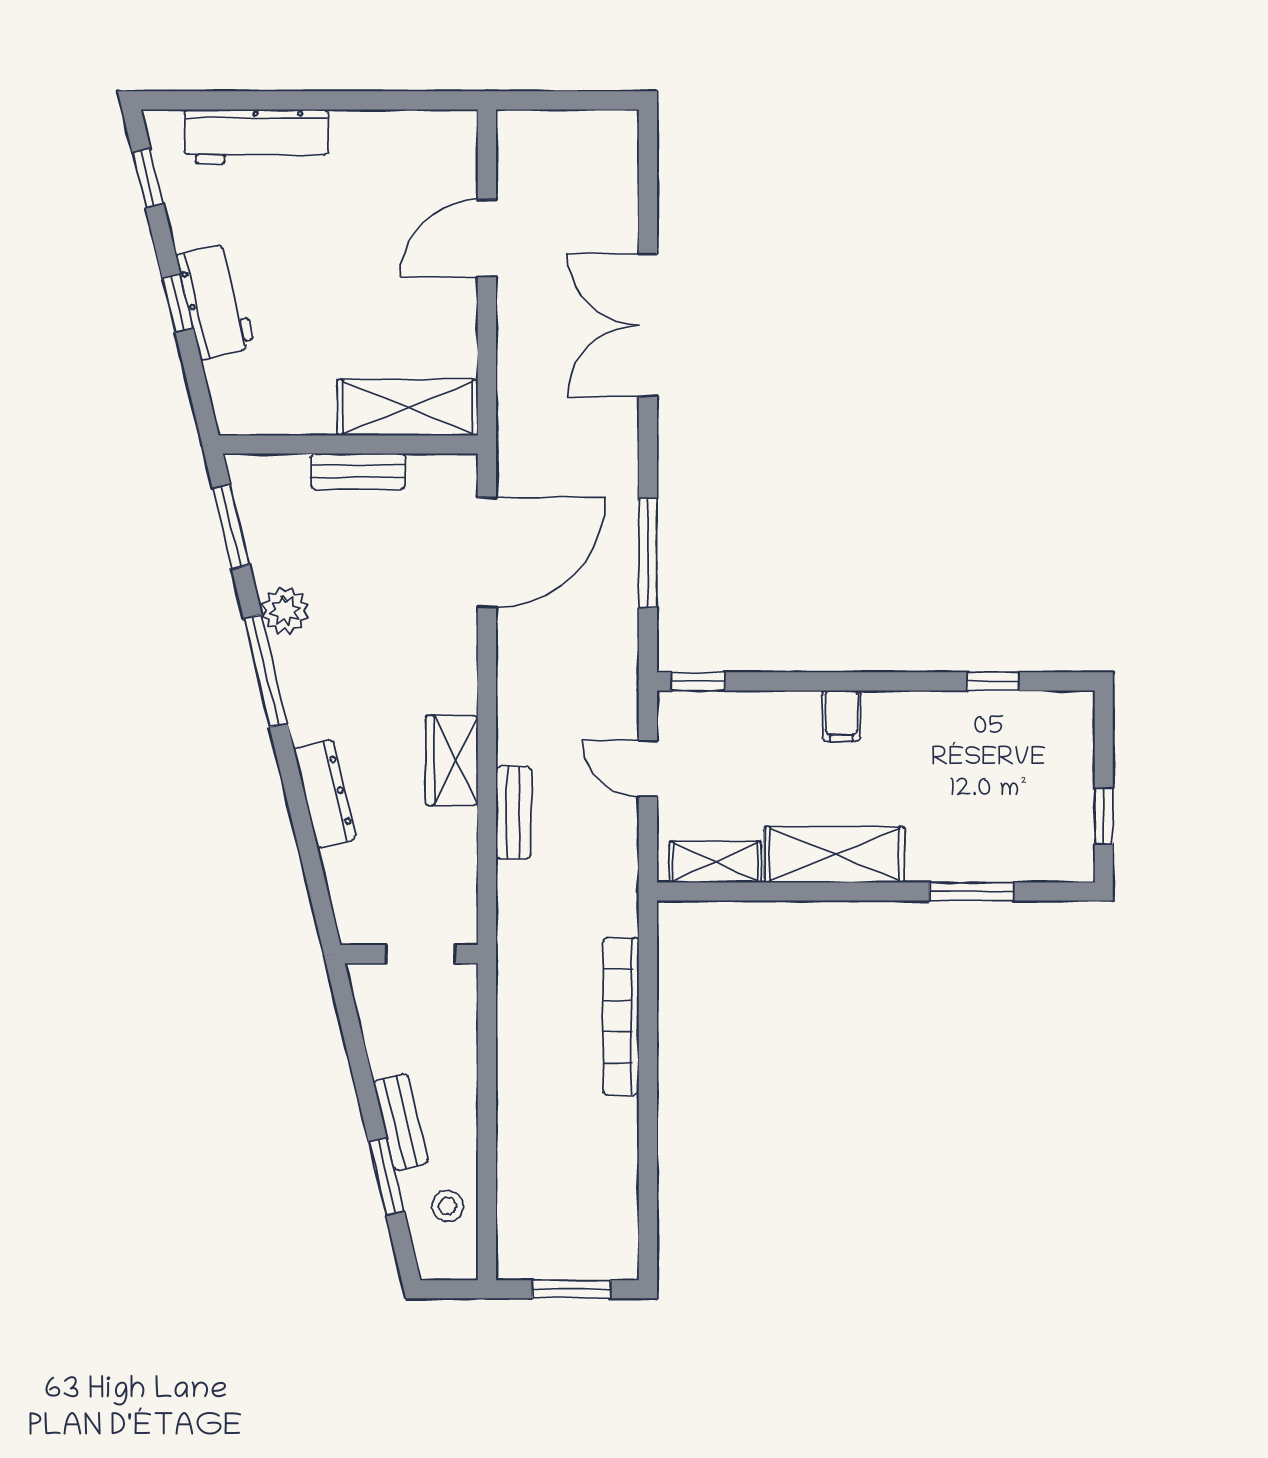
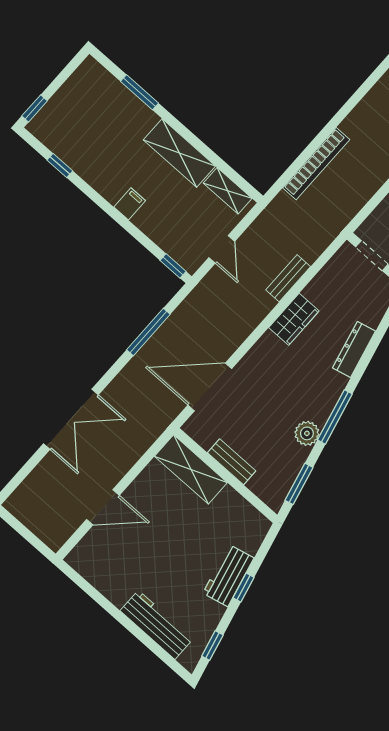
window: (1104, 816) -> (35, 108), moved

